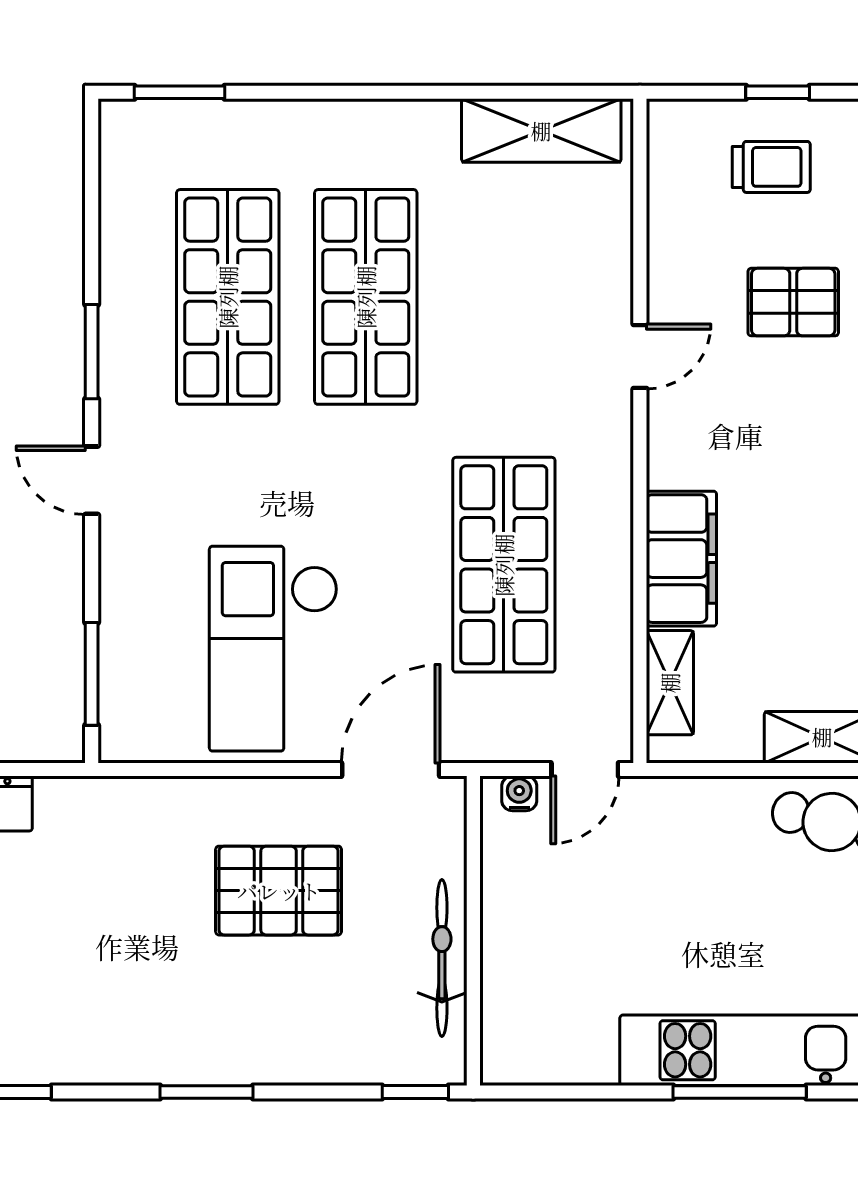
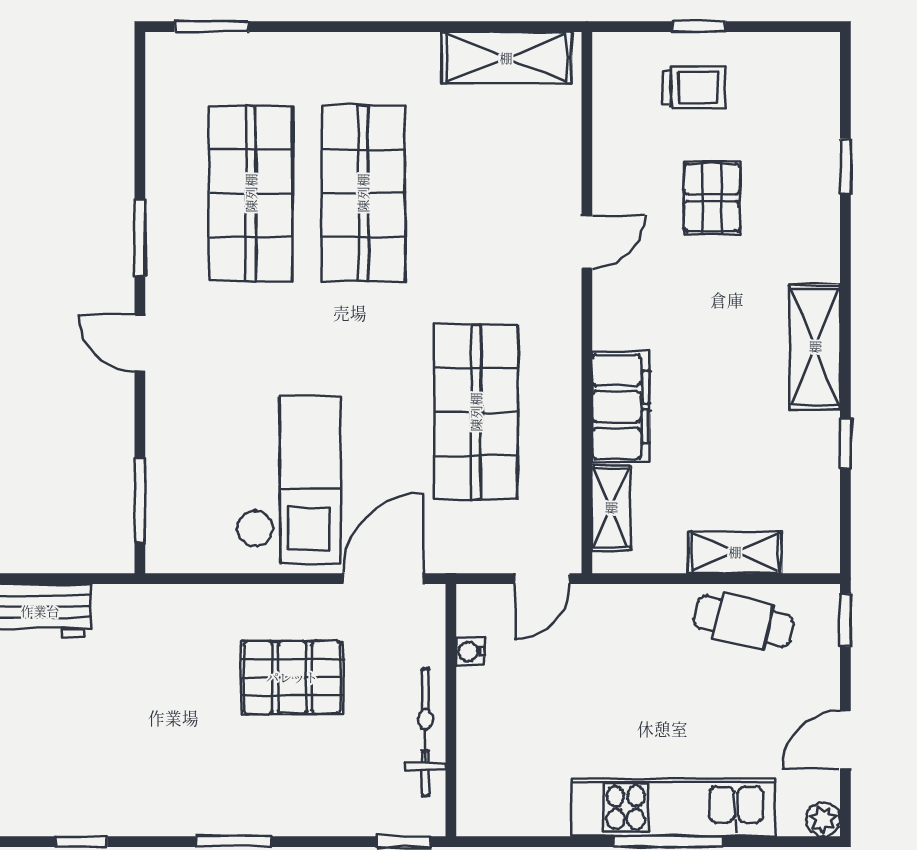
pallet: (793, 302) -> (712, 198), turned 90
checkout: (273, 649) -> (288, 480), turned 180
water cooler: (519, 793) -> (470, 652), moved, turned -90

